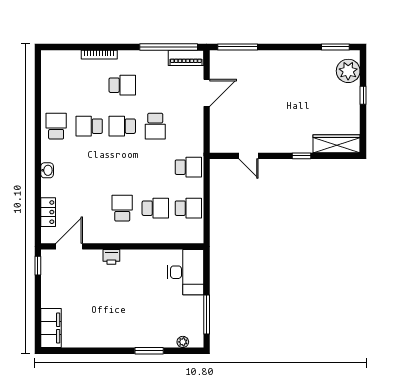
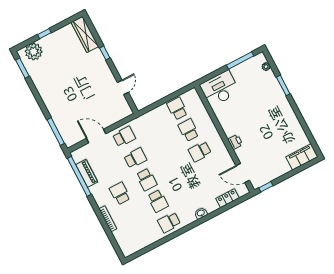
piano: (186, 58) -> (87, 173), moved
school desk: (188, 167) -> (124, 137), moved, turned 90

